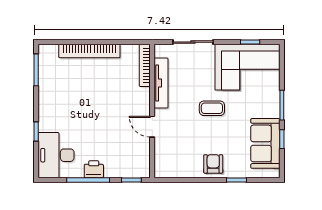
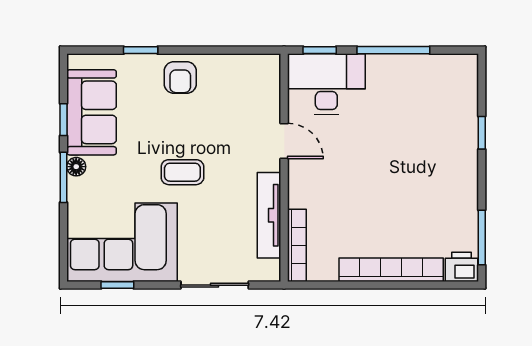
floor lamp: (274, 112) -> (76, 167), added
desk: (56, 155) -> (326, 84), moved, turned -90
printer: (94, 169) -> (462, 267), moved, turned 180

